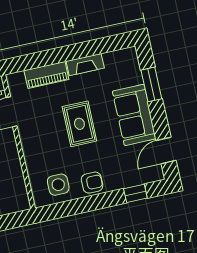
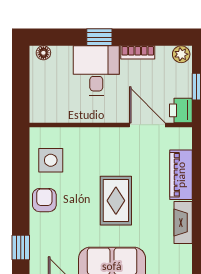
rug: (79, 124) -> (116, 201), turned 90
armchair: (92, 183) -> (44, 200), turned 180

